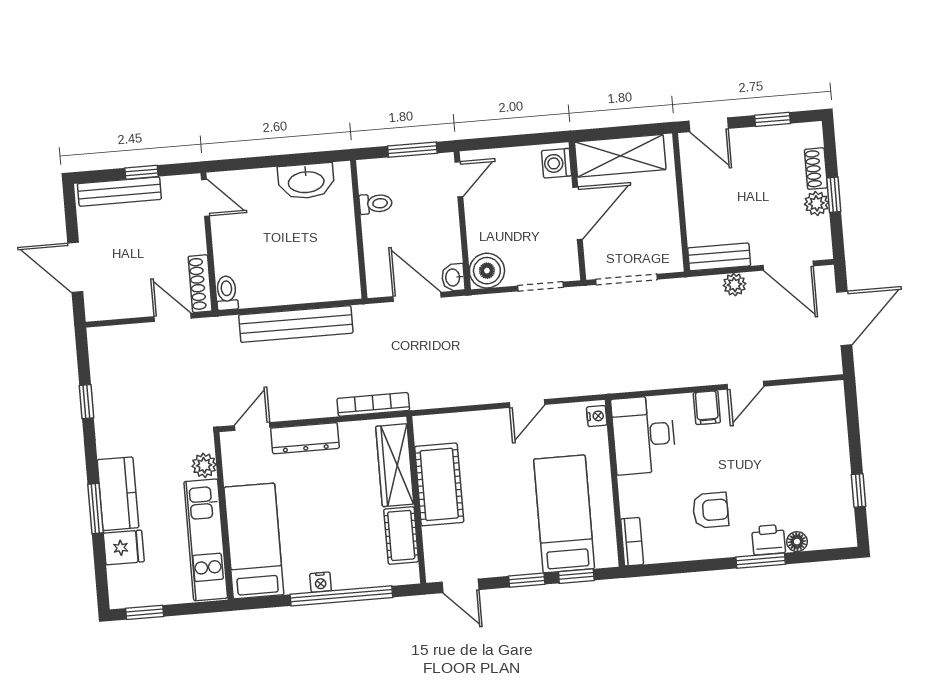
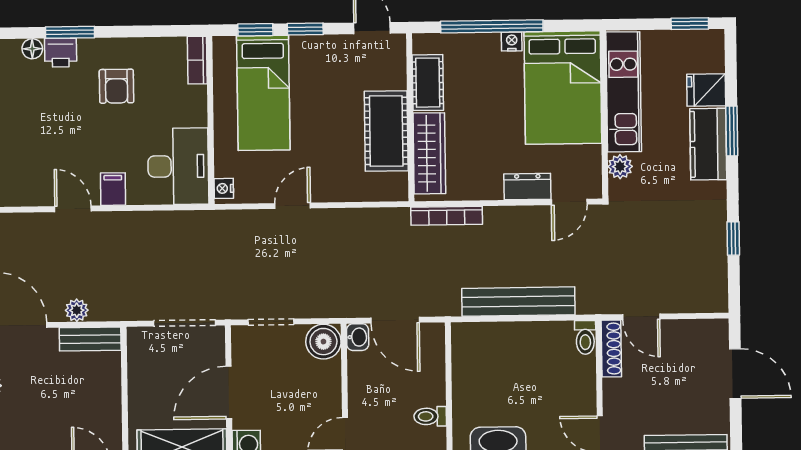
door: (745, 385) -> (73, 209), hinge flipped
dresser: (305, 438) -> (527, 187), width x0.70
armchair: (711, 510) -> (117, 86), turned -90
bed: (254, 541) -> (563, 88), width x1.50

